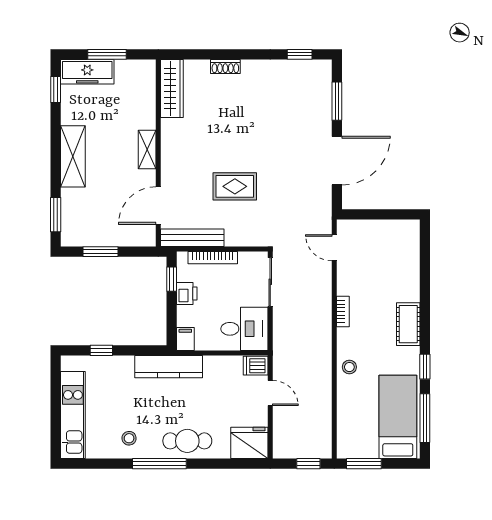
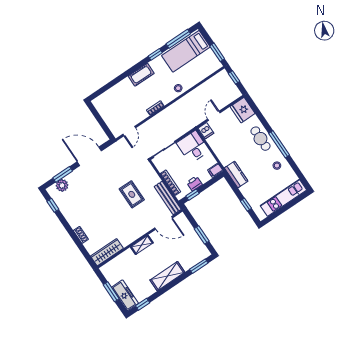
plant: (320, 89) -> (62, 185), added
kitchen counter: (169, 367) -> (236, 175), width x0.67

